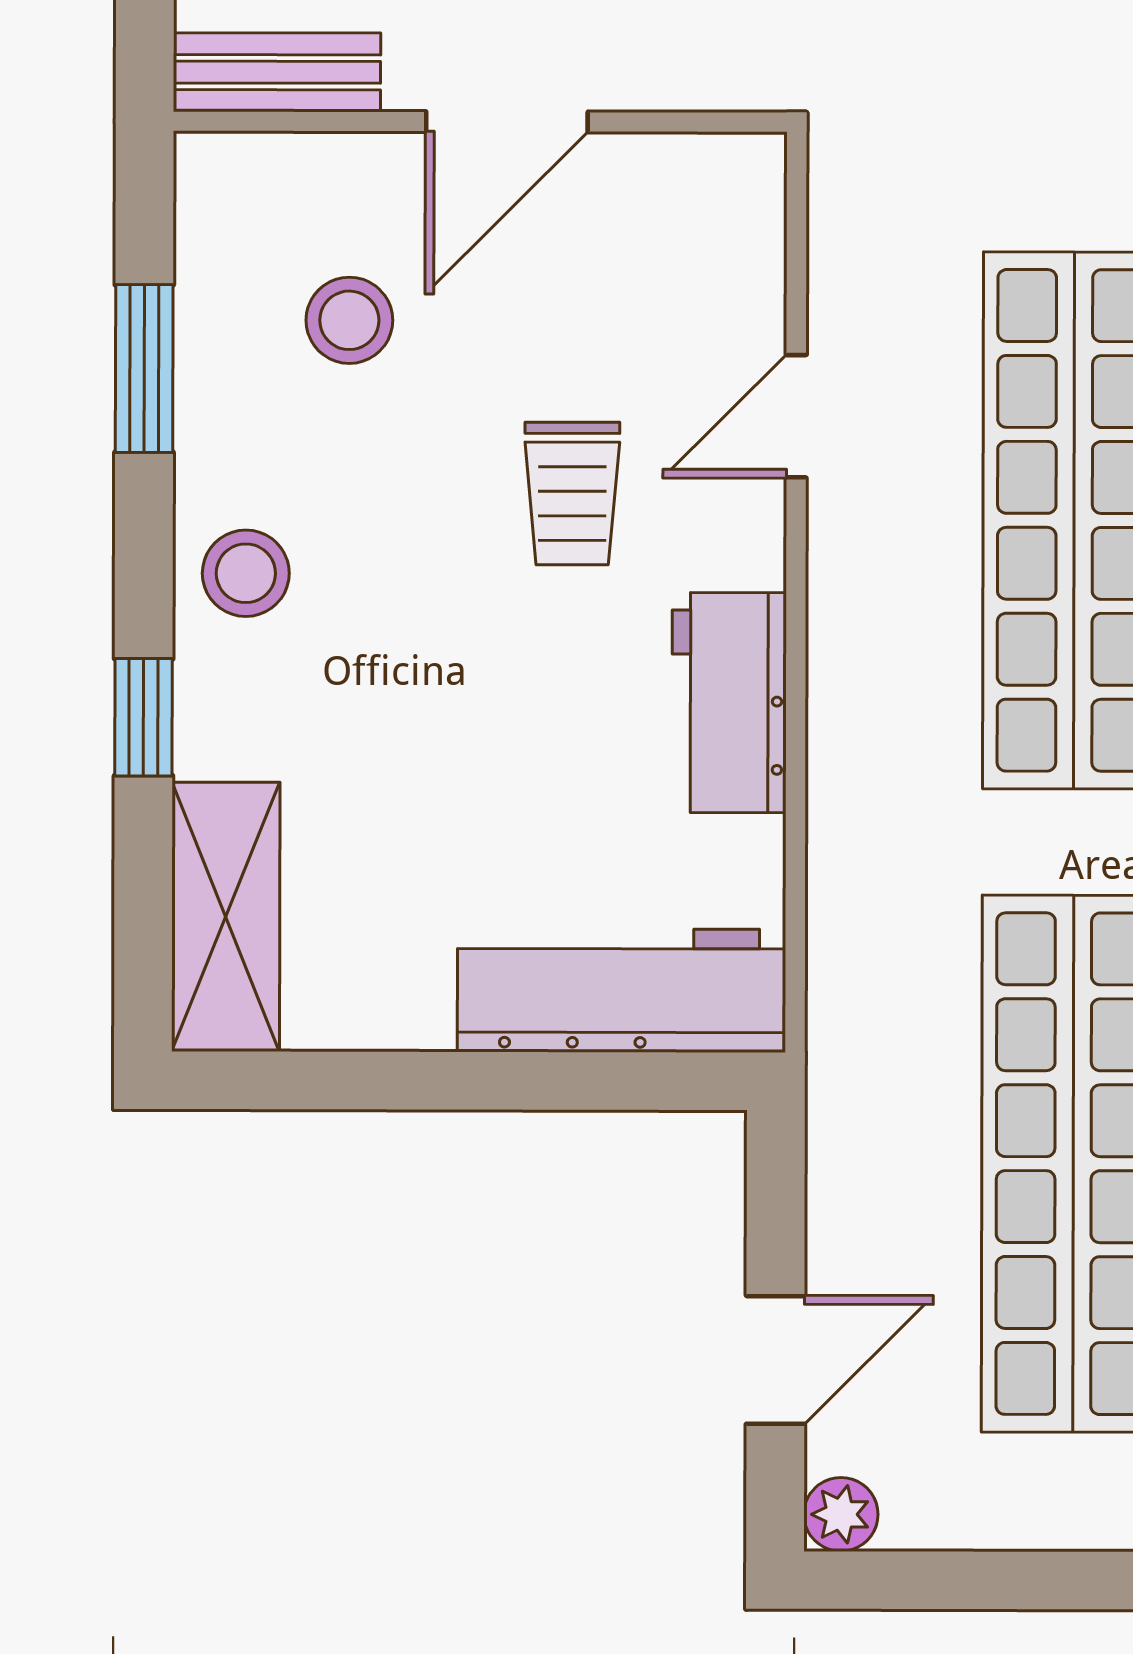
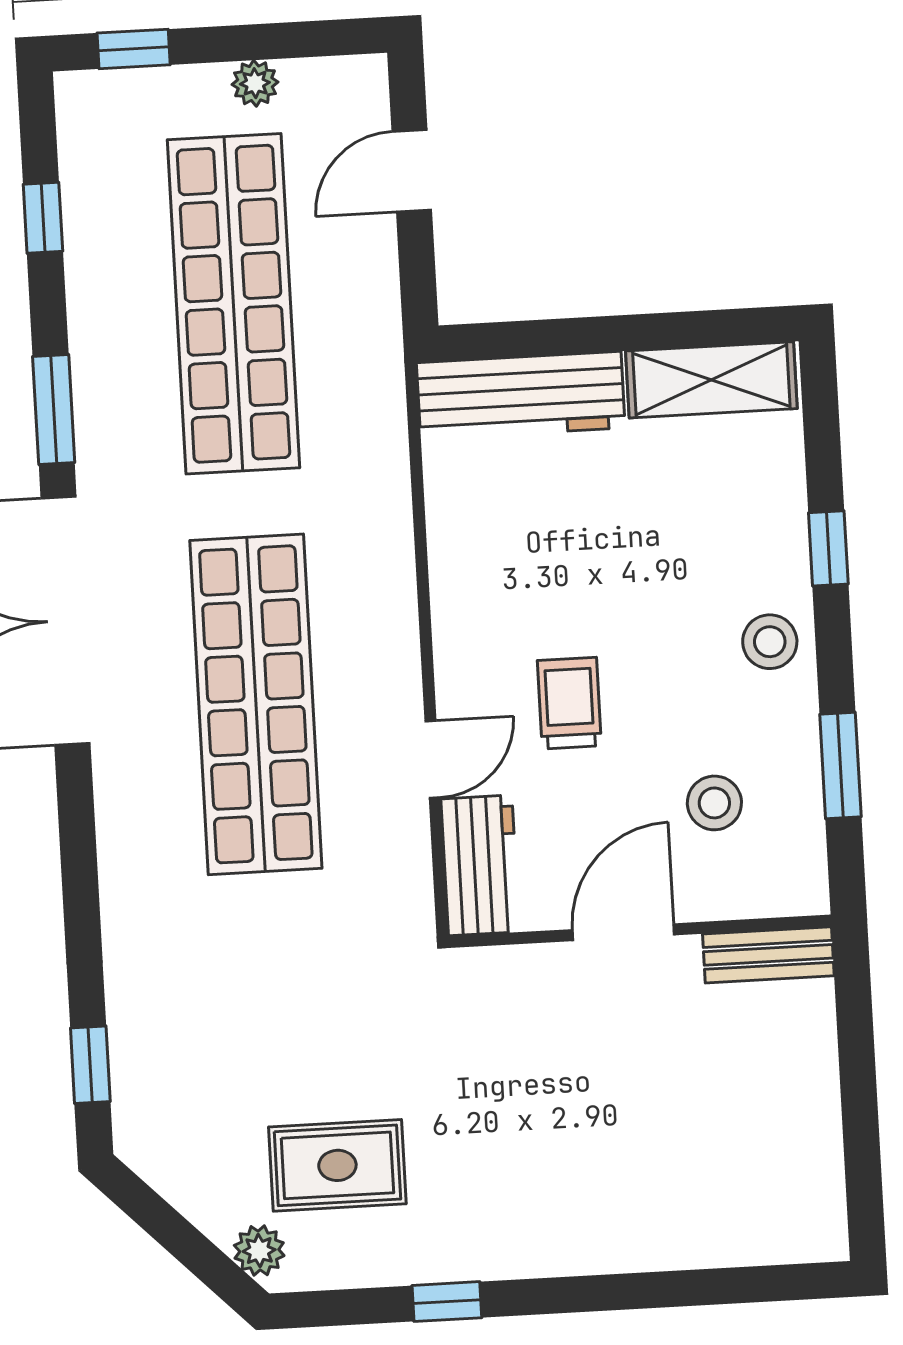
workbench: (729, 703) -> (480, 865), moved
shelving: (226, 917) -> (711, 380), moved, turned 90
plant: (841, 1514) -> (255, 83), moved

